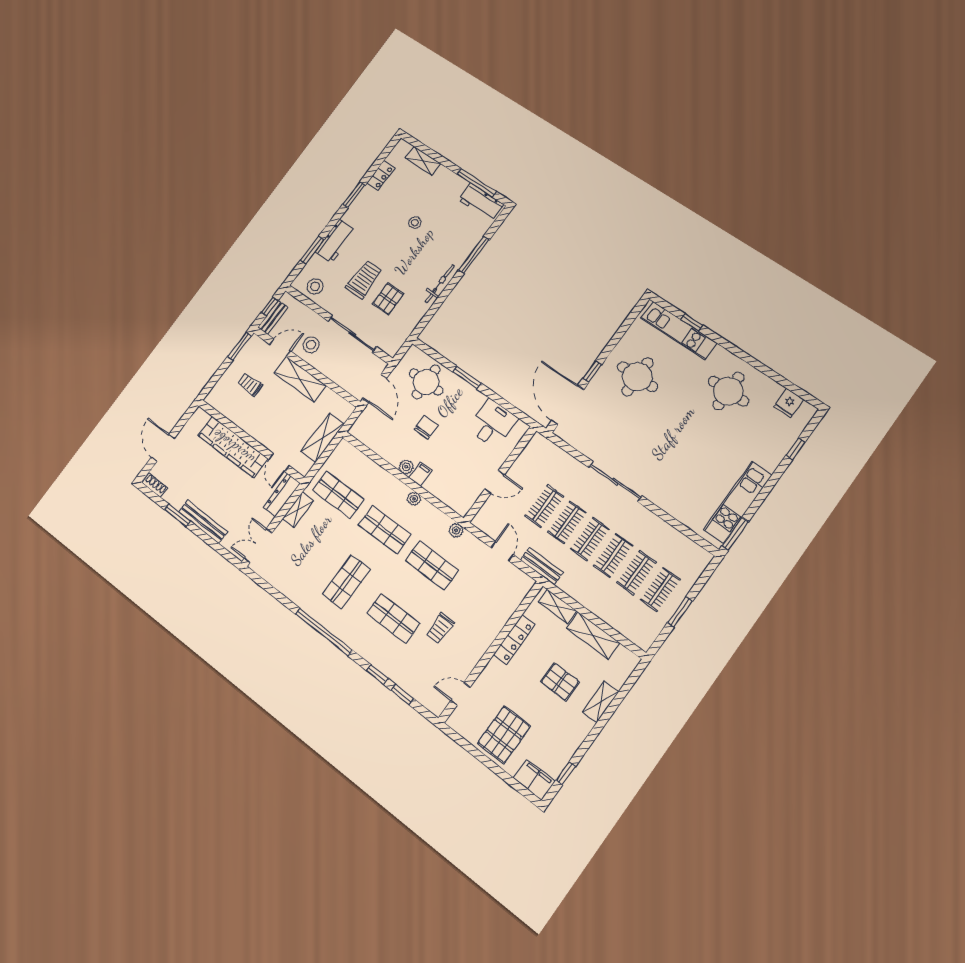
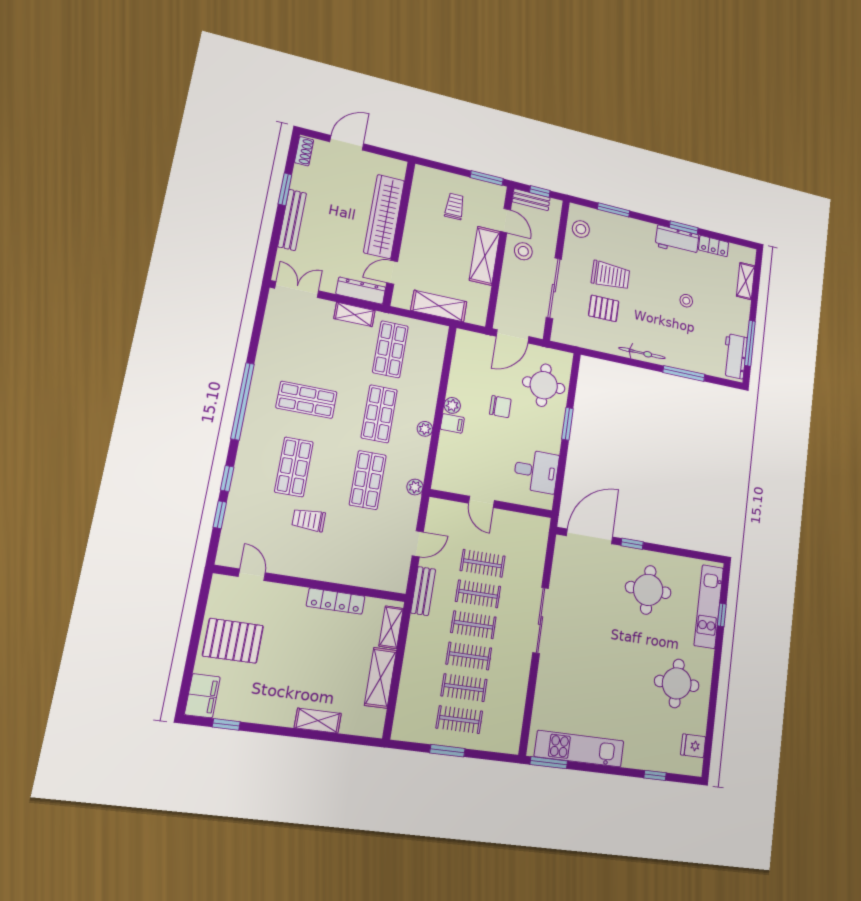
workbench: (335, 241) -> (677, 240), moved
pallet: (560, 682) -> (317, 669), removed

